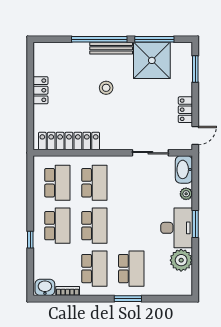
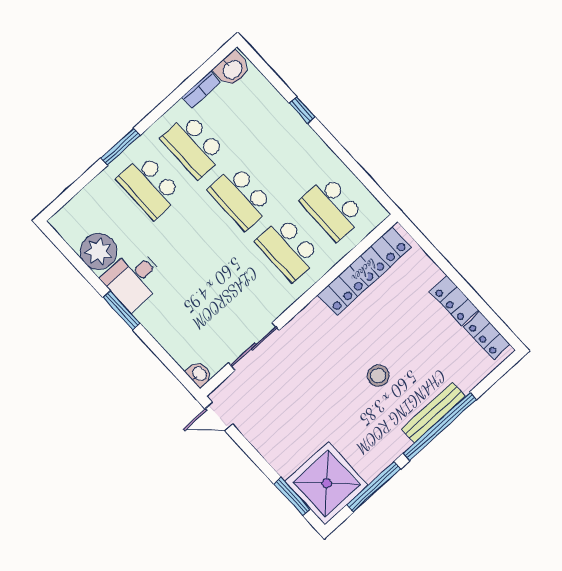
bench: (111, 48) -> (433, 412), moved
shower: (152, 60) -> (327, 483), moved
locker: (185, 110) -> (487, 336), moved, turned 180
door: (195, 135) -> (219, 417), hinge flipped
washbasin: (184, 169) -> (199, 374), width x0.52, depth x0.69
plant: (186, 194) -> (166, 337), removed
school desk: (57, 226) -> (285, 157), removed
desk: (177, 228) -> (134, 279), width x0.73

